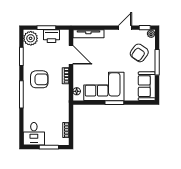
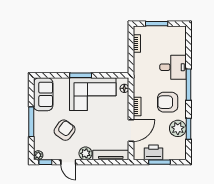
door: (125, 28) -> (68, 162), hinge flipped
plant: (110, 35) -> (85, 153), added
plant: (31, 38) -> (178, 128), moved
armchair: (139, 53) -> (65, 130), moved
door: (71, 55) -> (131, 130), swing flipped
desk: (34, 134) -> (173, 67), moved, turned 90

